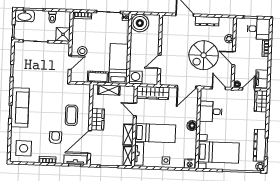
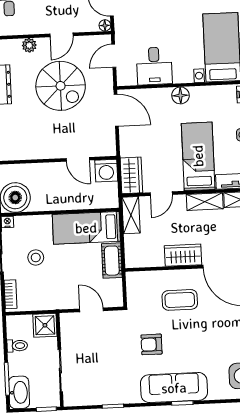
stool: (82, 51) -> (36, 257), moved
washing machine: (136, 78) -> (106, 171), moved, turned -90
shelving: (109, 90) -> (131, 215), moved
wardrobe: (153, 93) -> (131, 175), width x0.67
armchair: (56, 138) -> (152, 344), moved

